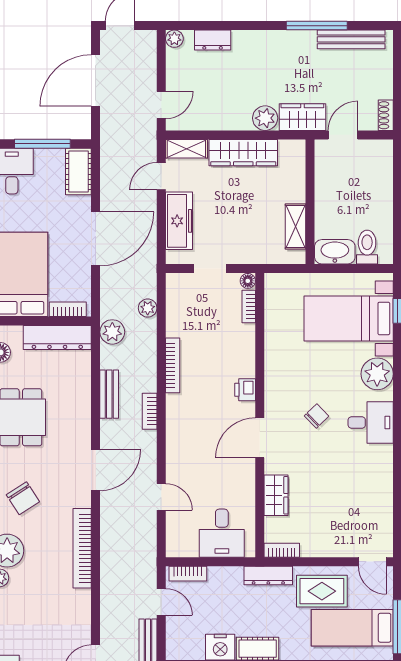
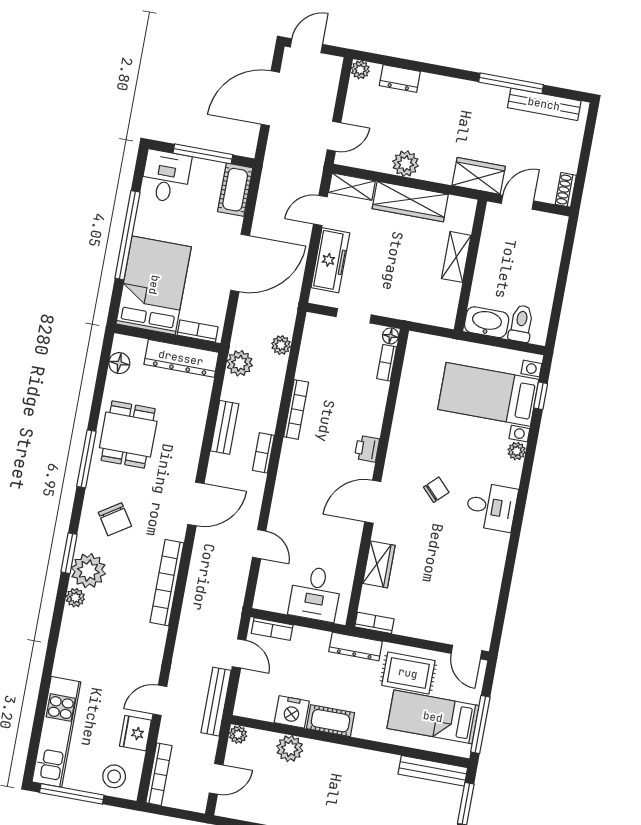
plant: (265, 118) -> (406, 164), moved
shelving: (295, 226) -> (456, 257), moved
plant: (377, 374) -> (517, 451), width x0.53, depth x0.53

